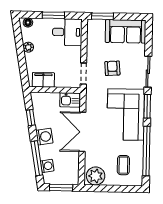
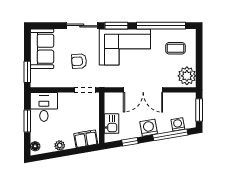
filing cabinet: (43, 80) -> (86, 139), moved, turned 80
kitchen sink: (70, 100) -> (111, 124), moved

